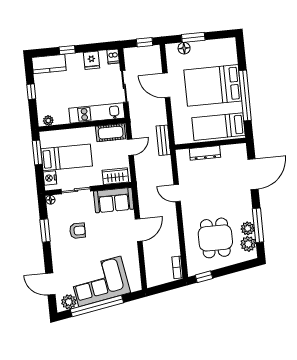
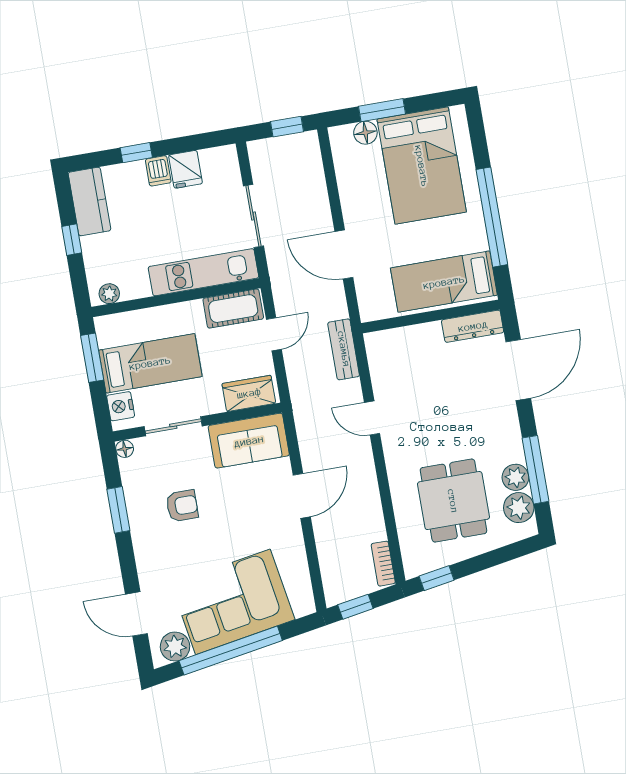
dishwasher: (113, 56) -> (158, 171), moved
kitchen counter: (49, 64) -> (89, 201), moved, turned -90
door: (166, 85) -> (344, 254), moved
bed: (213, 85) -> (422, 166), moved, turned -90
bench: (163, 140) -> (344, 349), moved
dresser: (205, 153) -> (473, 326), moved
window: (162, 288) -> (355, 607), added

